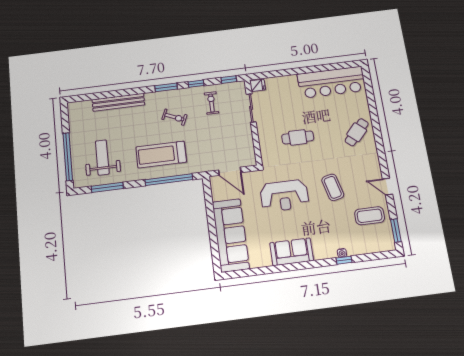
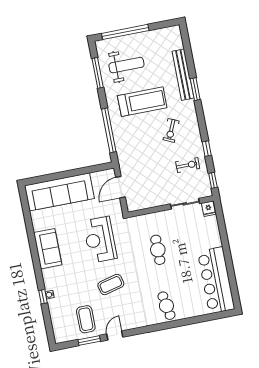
window: (166, 87) -> (195, 89), moved
cafe table: (357, 132) -> (166, 306), turned 38
treadmill: (161, 155) -> (142, 102), moved, turned 90
window: (396, 230) -> (89, 340), moved

